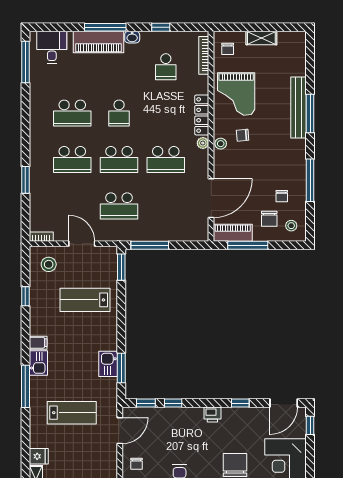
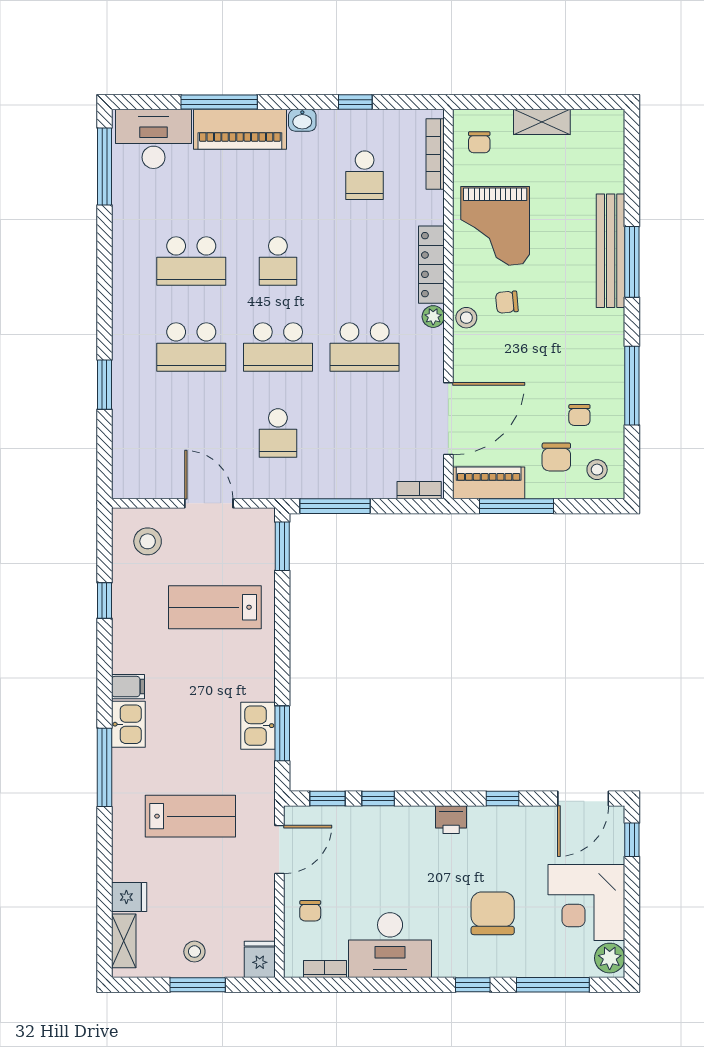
window: (105, 27) -> (219, 102), moved
desk: (52, 47) -> (153, 139), width x1.37
school desk: (119, 206) -> (278, 433), width x0.54
bookcase: (41, 237) -> (419, 490), moved

